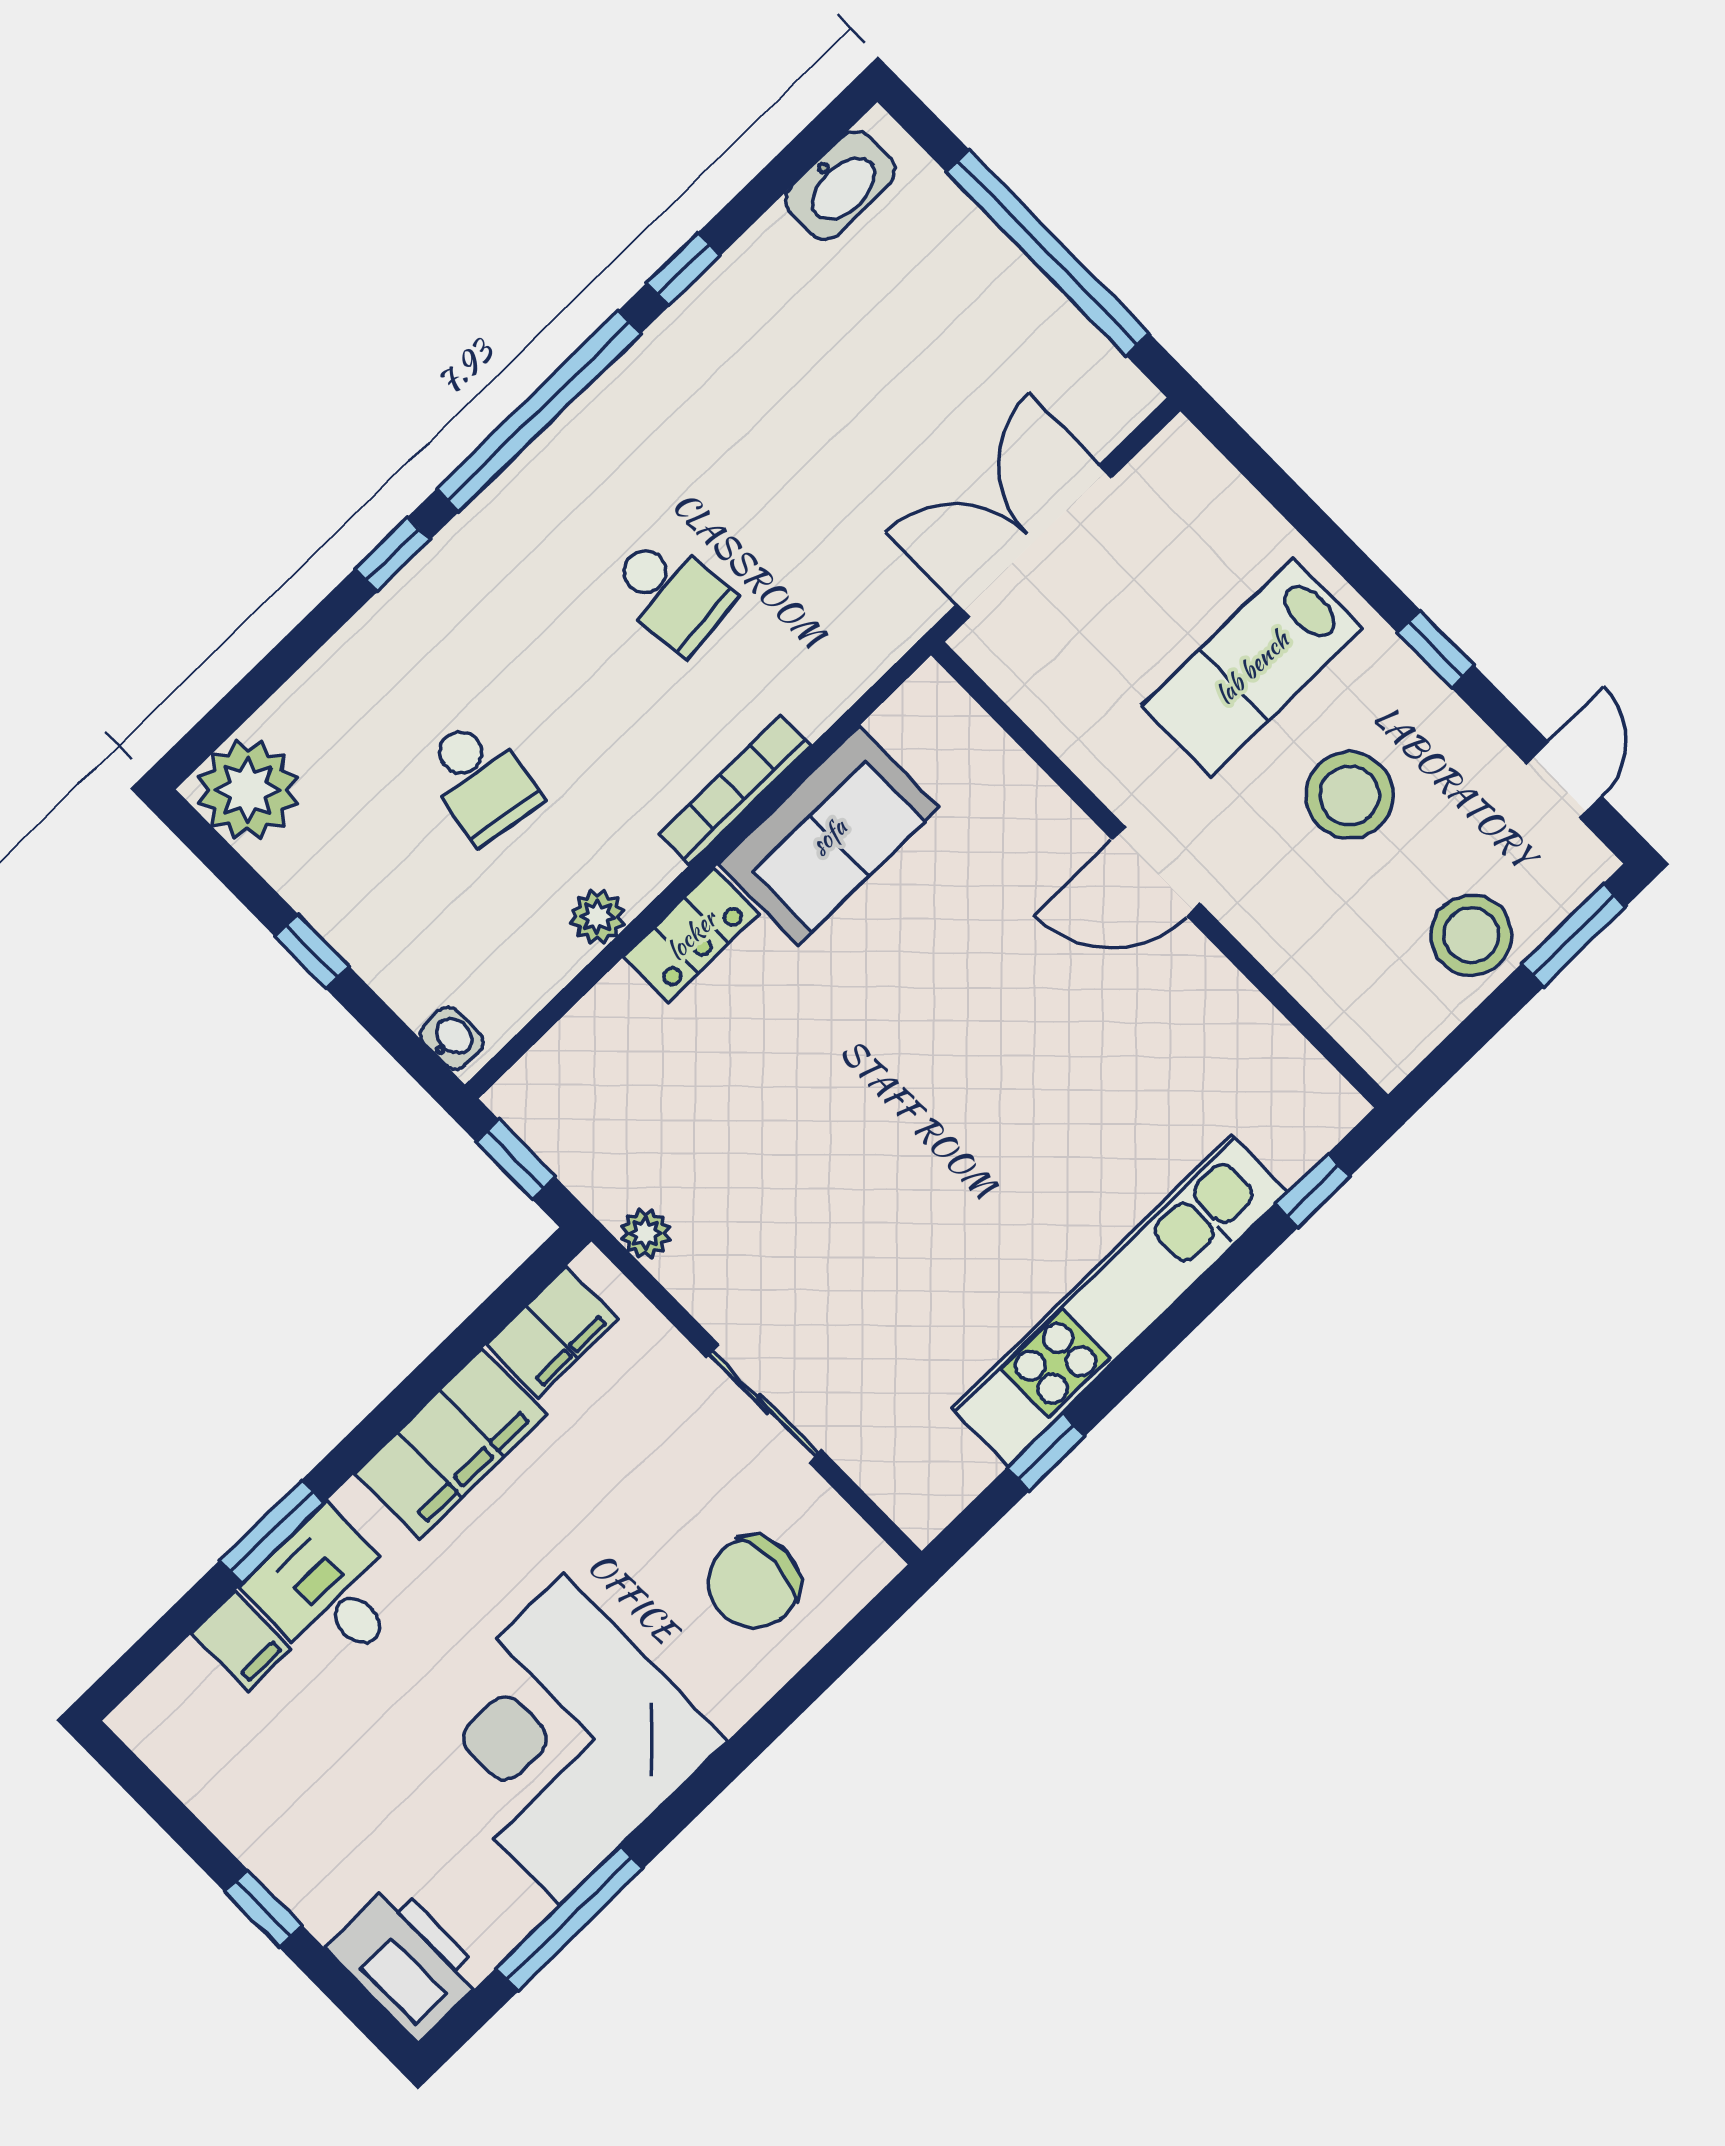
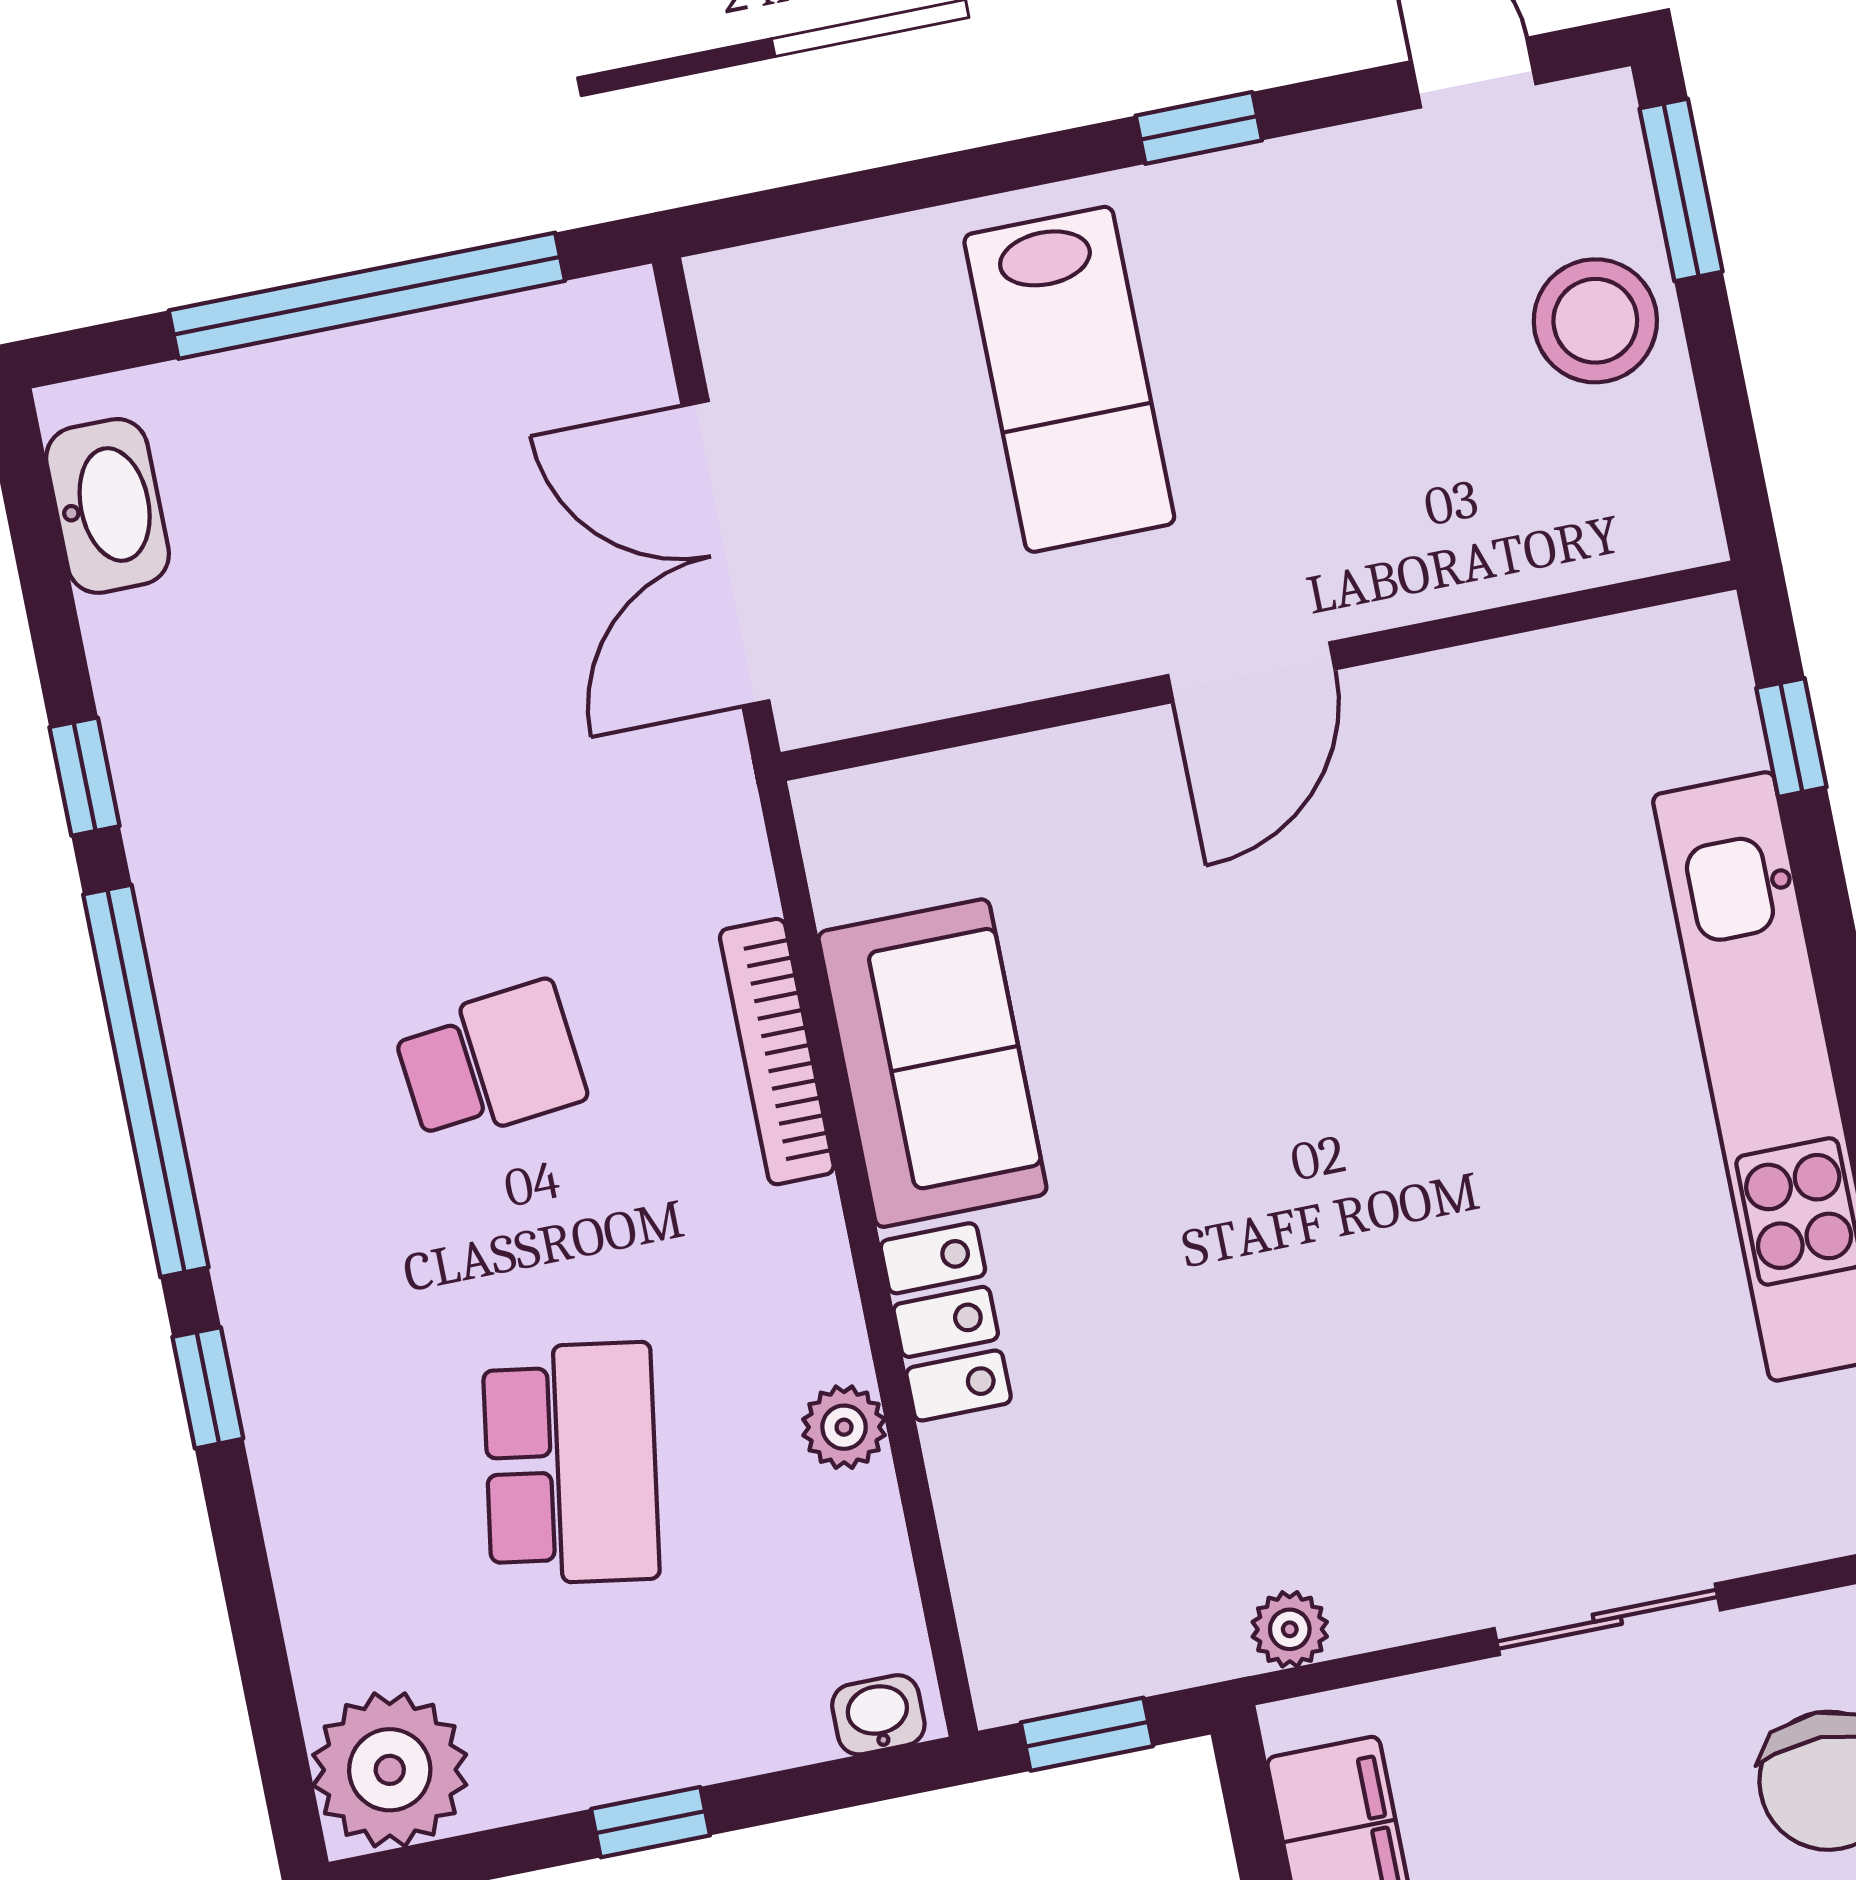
school desk: (480, 780) -> (571, 1463), width x1.85
bookcase: (735, 790) -> (777, 1052), moved
stool: (1350, 795) -> (1315, 361), removed

